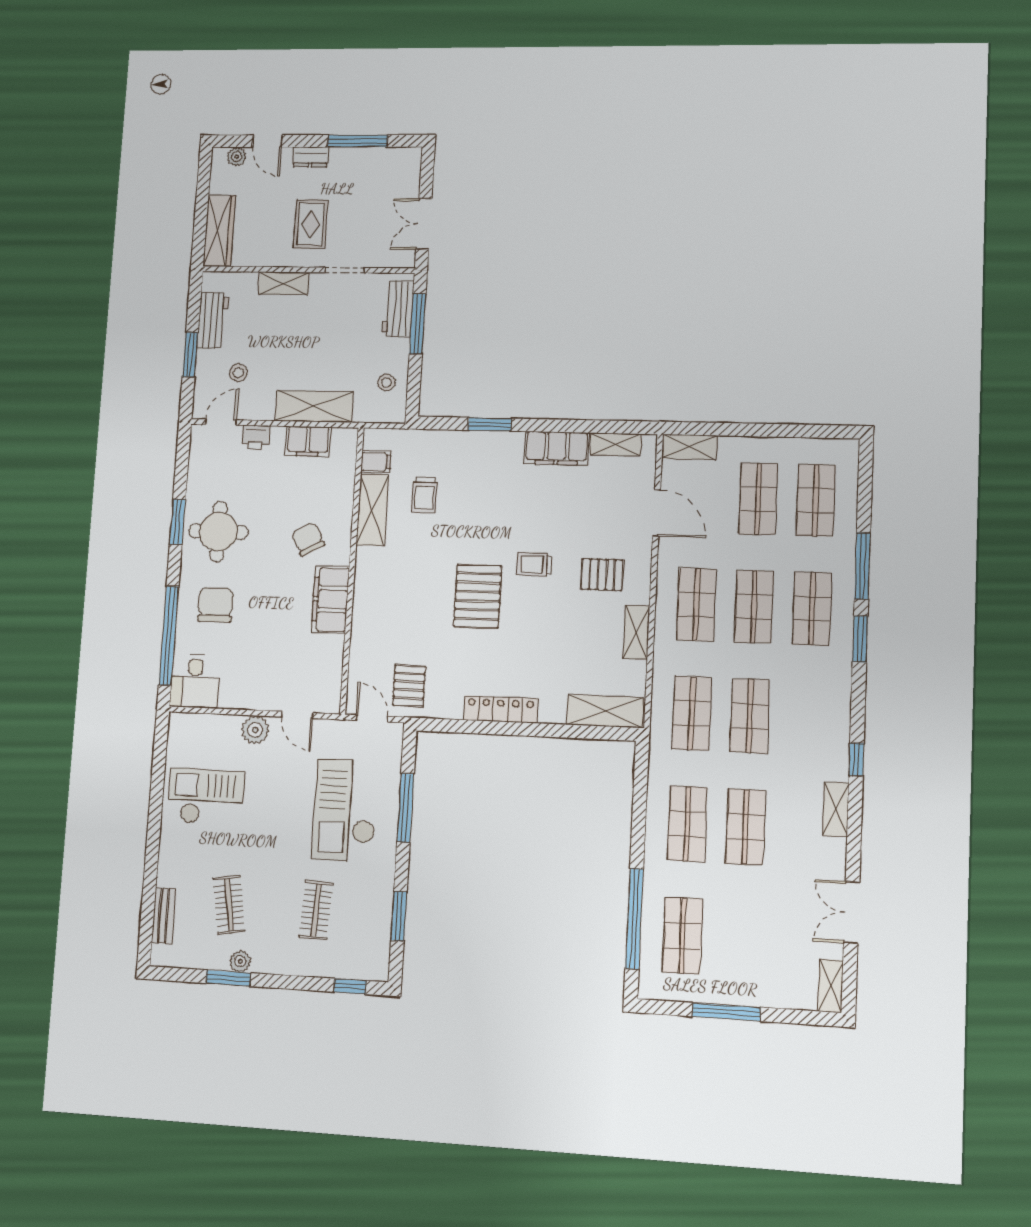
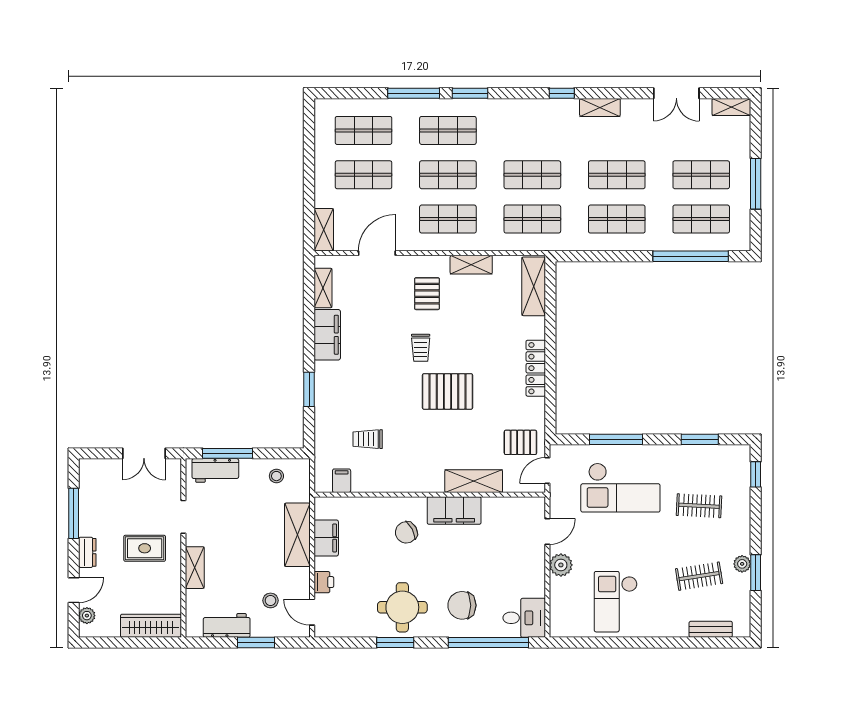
trolley: (425, 495) -> (368, 439), turned 180
shelving: (372, 510) -> (474, 481), moved
shop shelf: (741, 939) -> (701, 175), added

